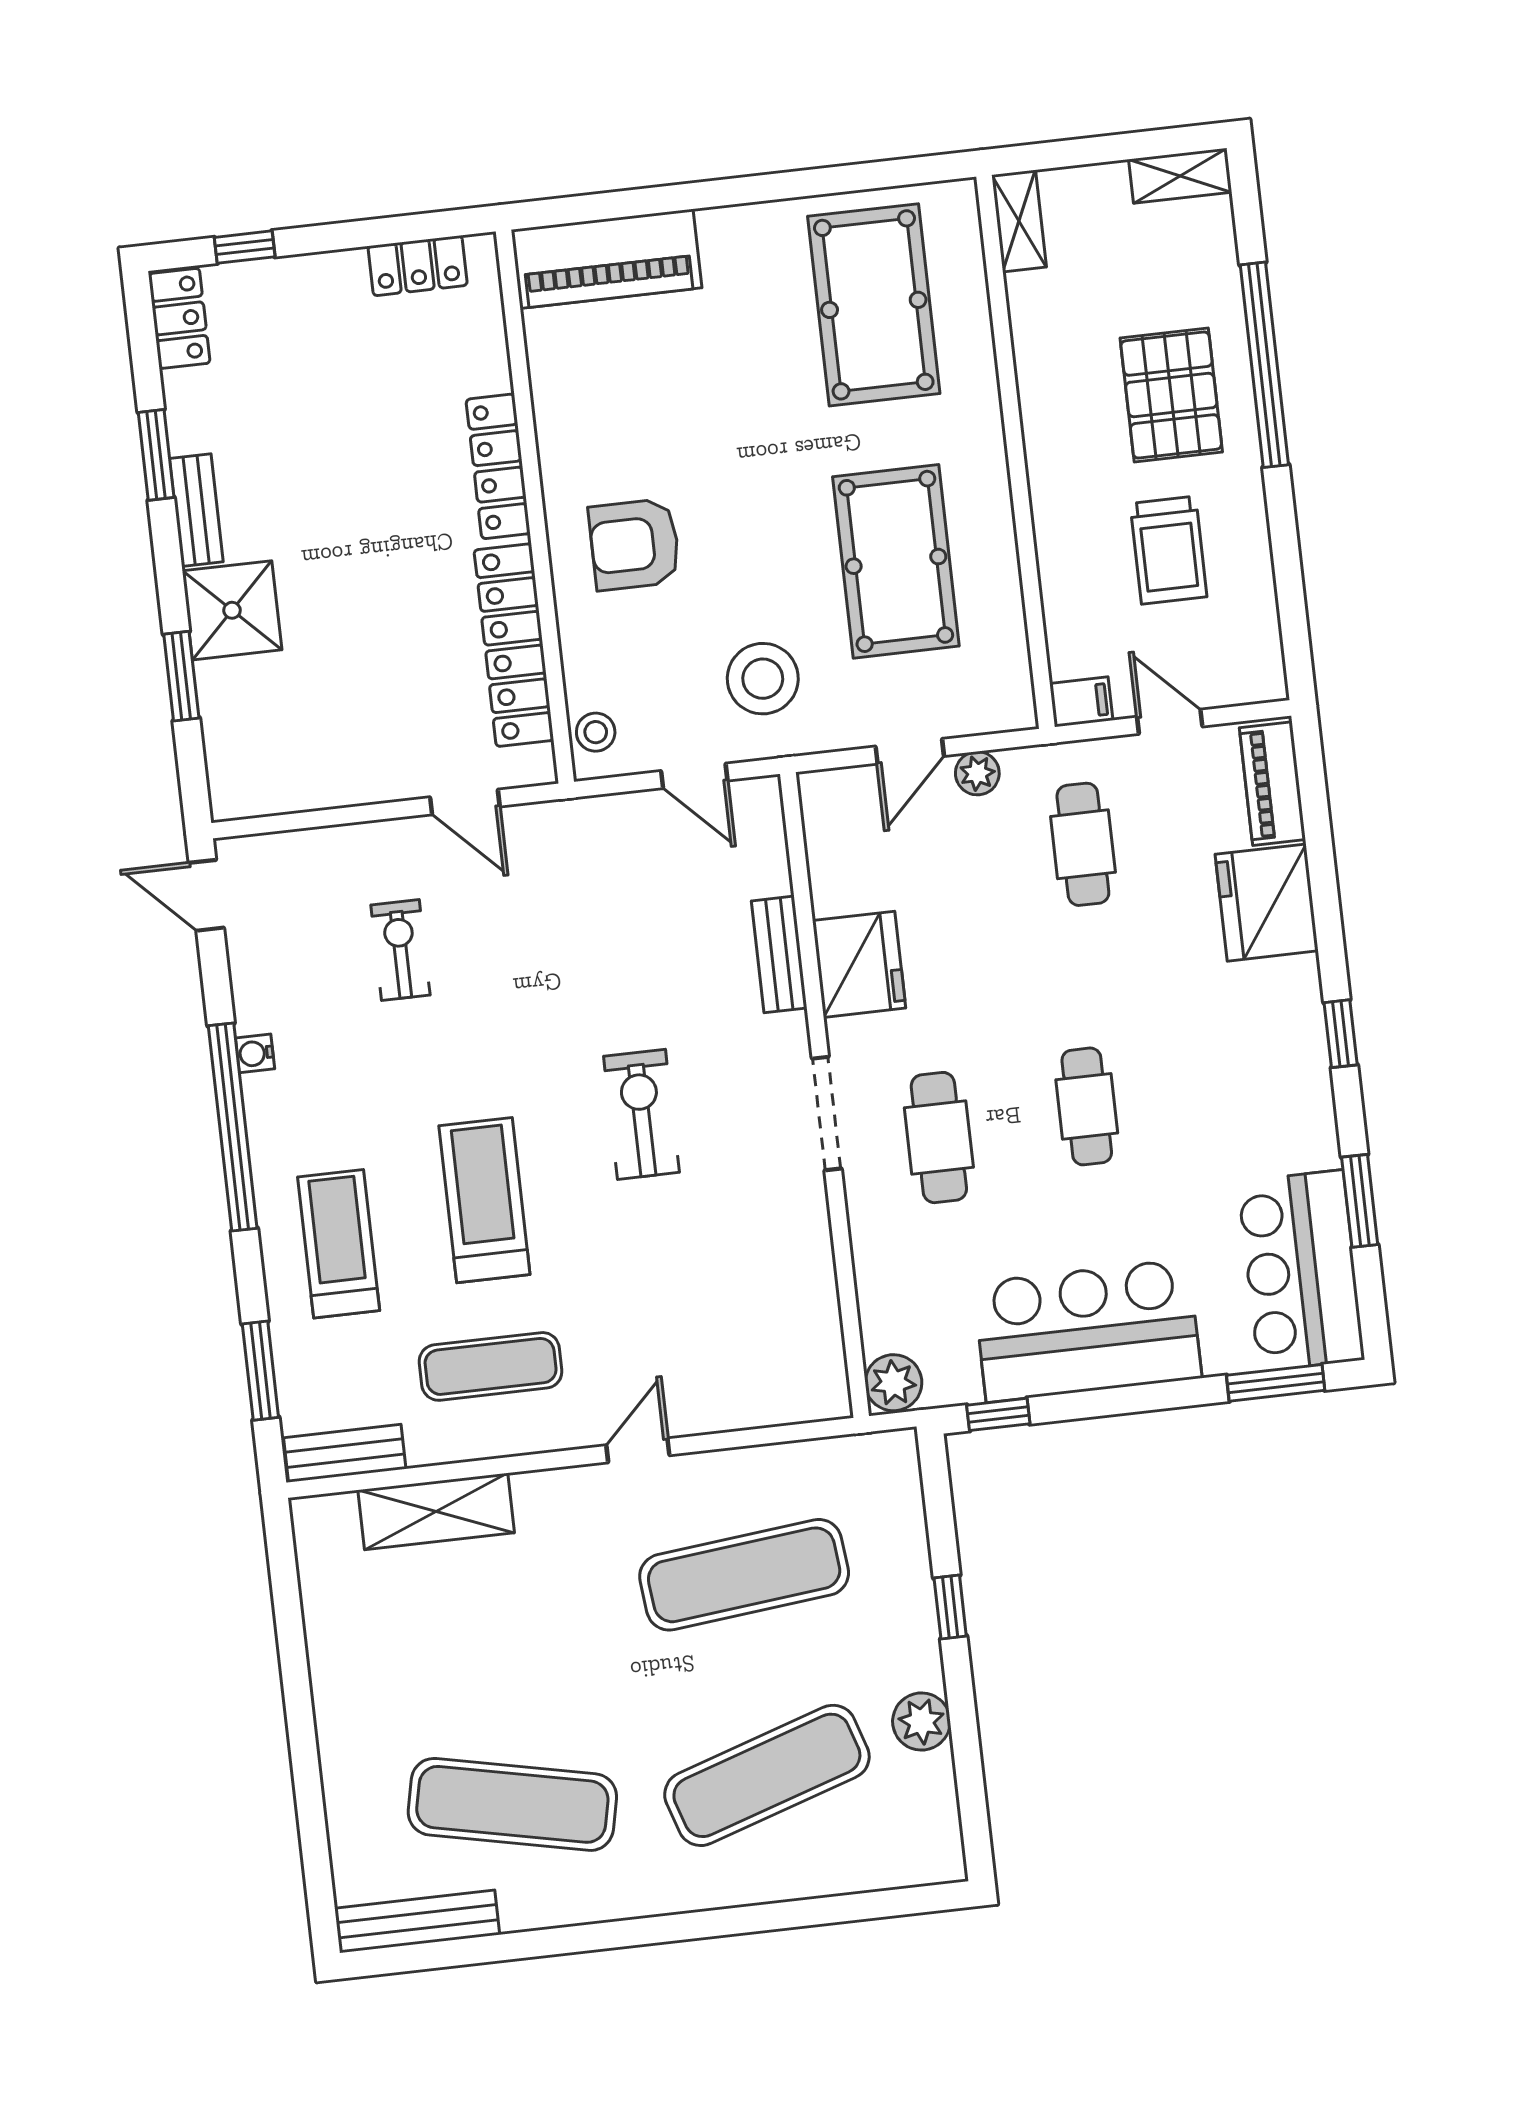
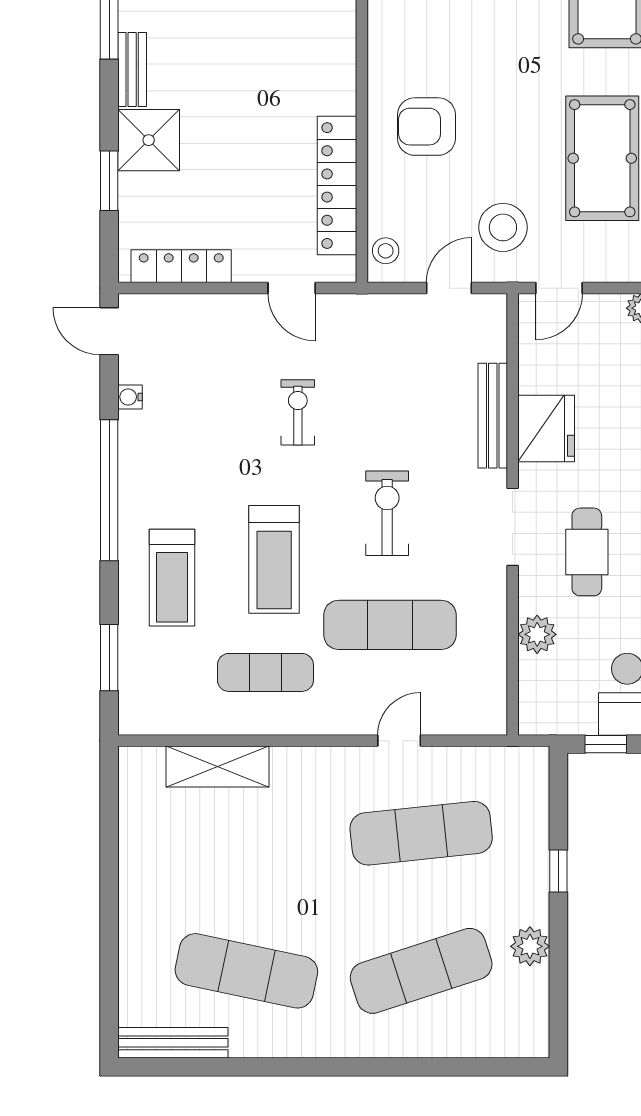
locker: (498, 466) -> (181, 266), moved, turned 90
door: (910, 751) -> (559, 288), moved
door: (694, 776) -> (449, 288), swing flipped
exercise bike: (400, 950) -> (298, 412), moved
bench: (779, 954) -> (493, 416), width x1.36
water cooler: (255, 1053) -> (130, 397), moved
treadmill: (484, 1200) -> (274, 559), turned 180
treadmill: (339, 1244) -> (172, 578), turned 180
exercise mat: (664, 1276) -> (390, 625), added
plant: (894, 1383) -> (537, 634), moved
door: (638, 1450) -> (399, 741), moved
bench: (345, 1453) -> (160, 720), removed

